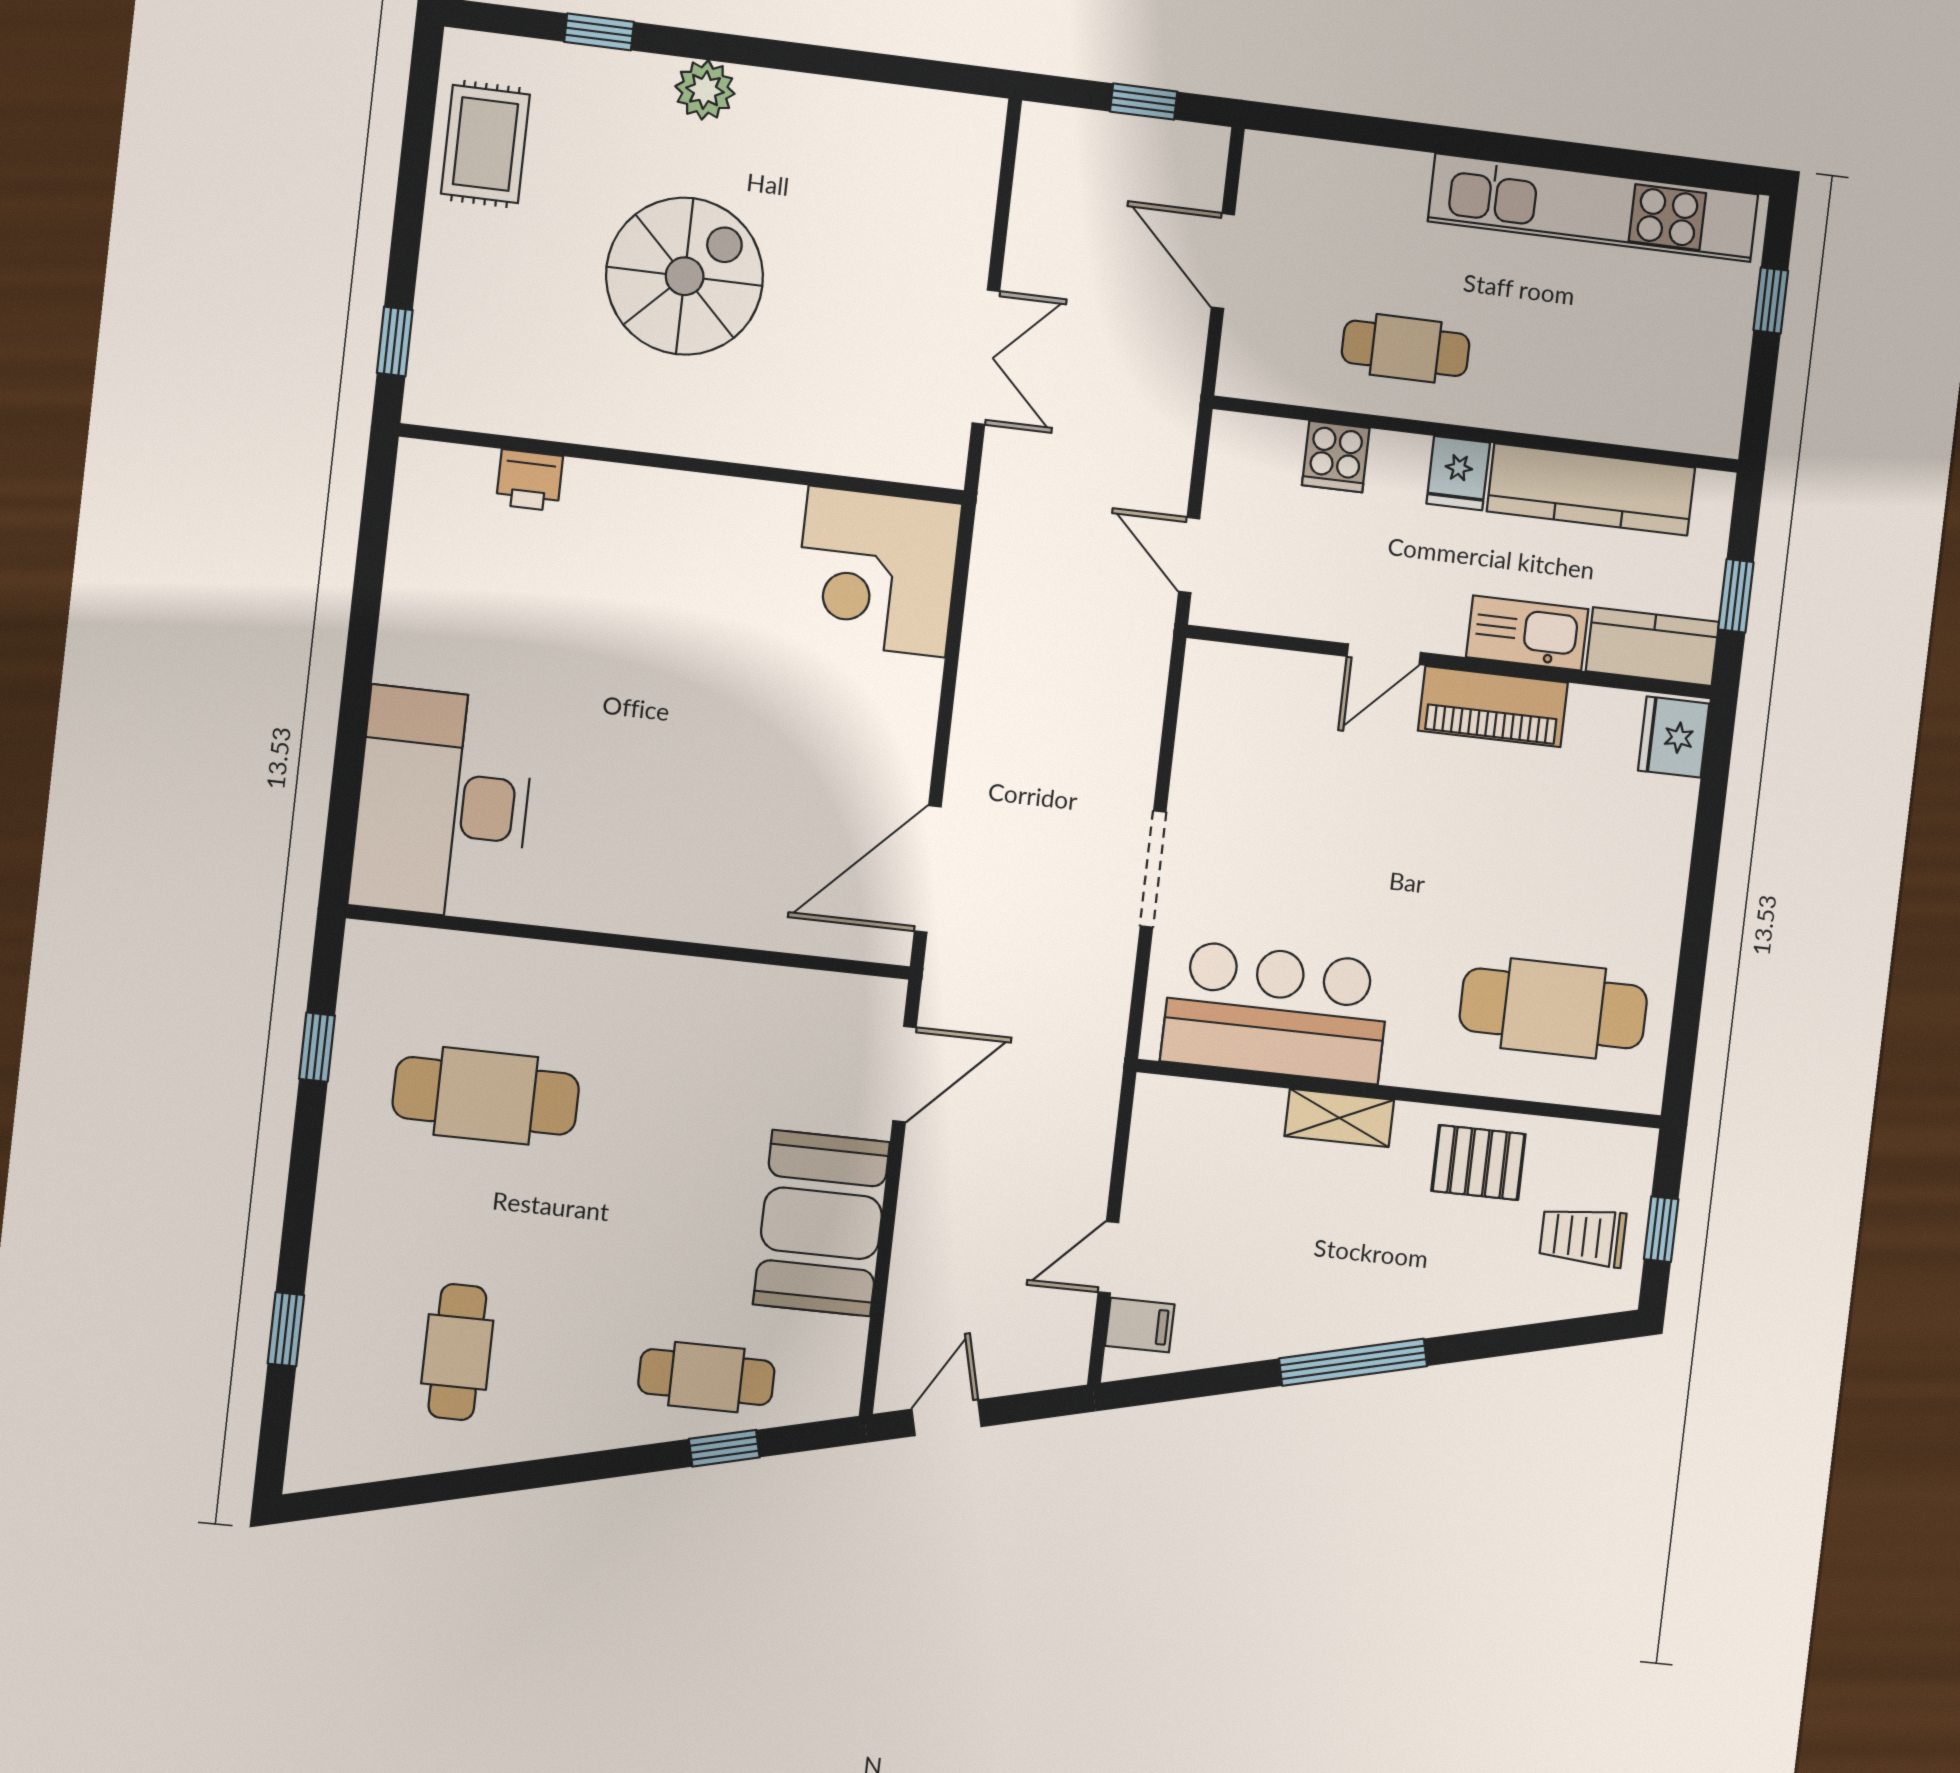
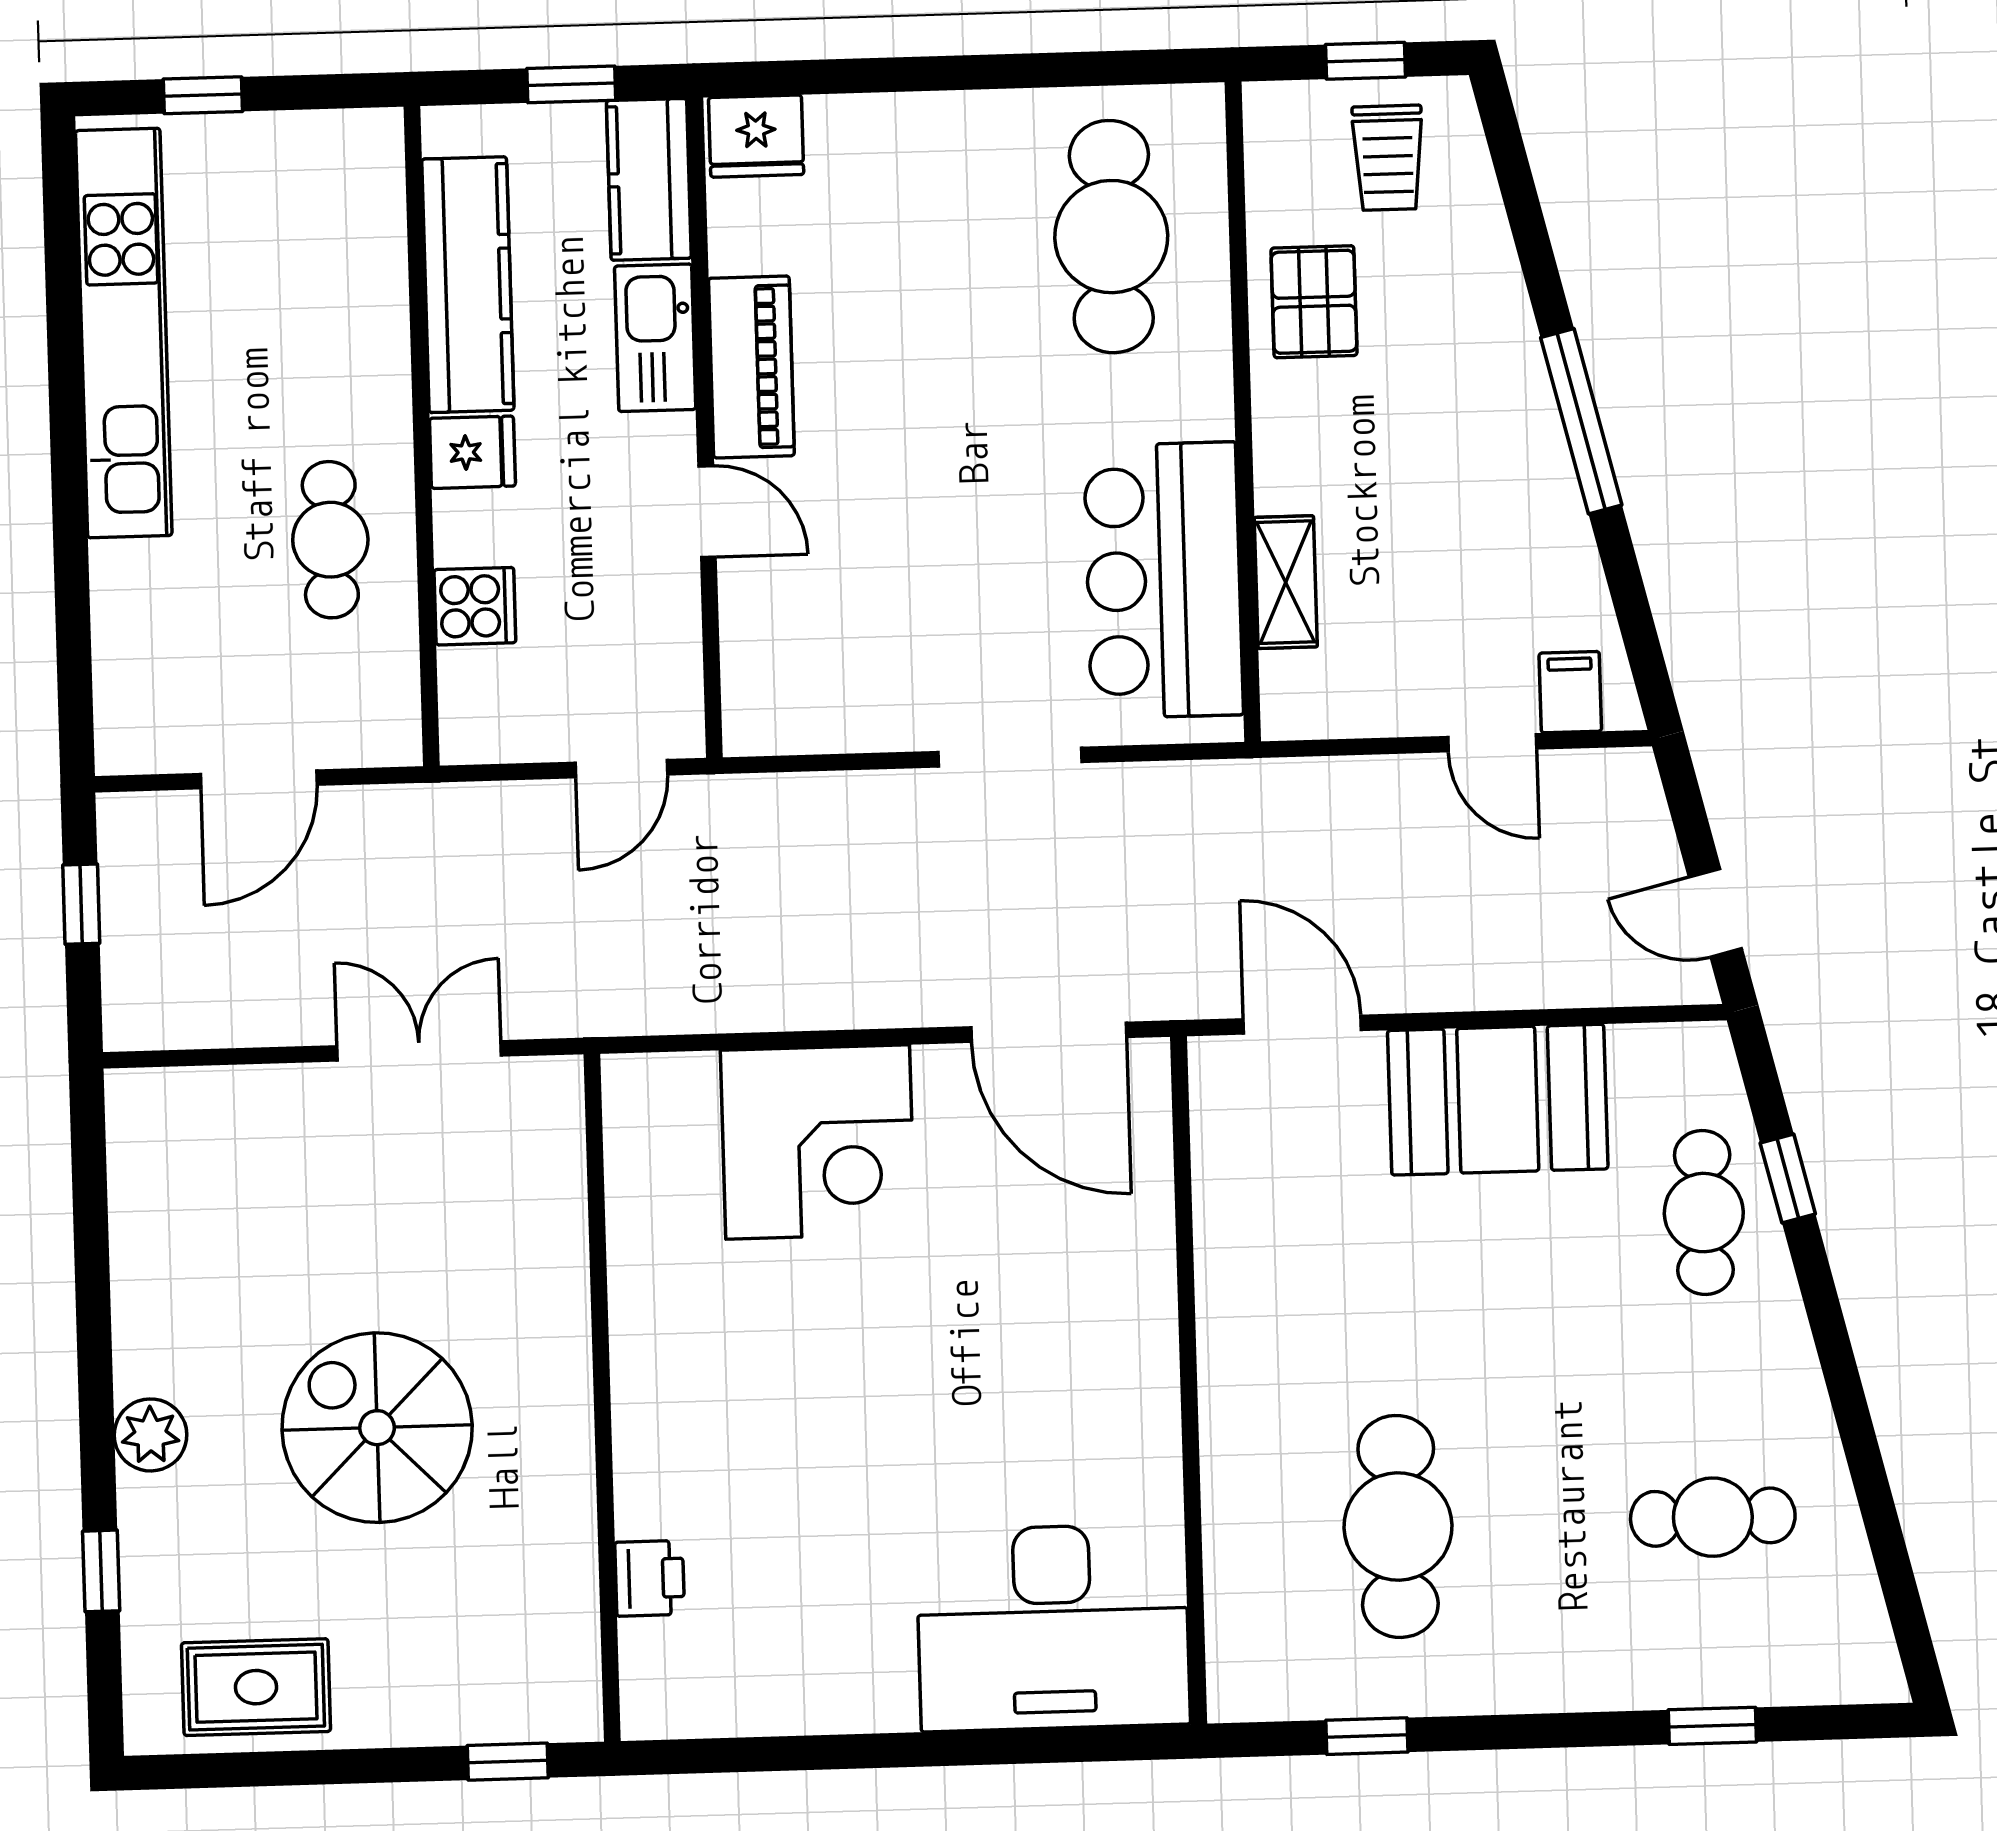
corner desk: (877, 572) -> (818, 1142), moved
shelving: (1339, 1118) -> (1286, 582), moved

